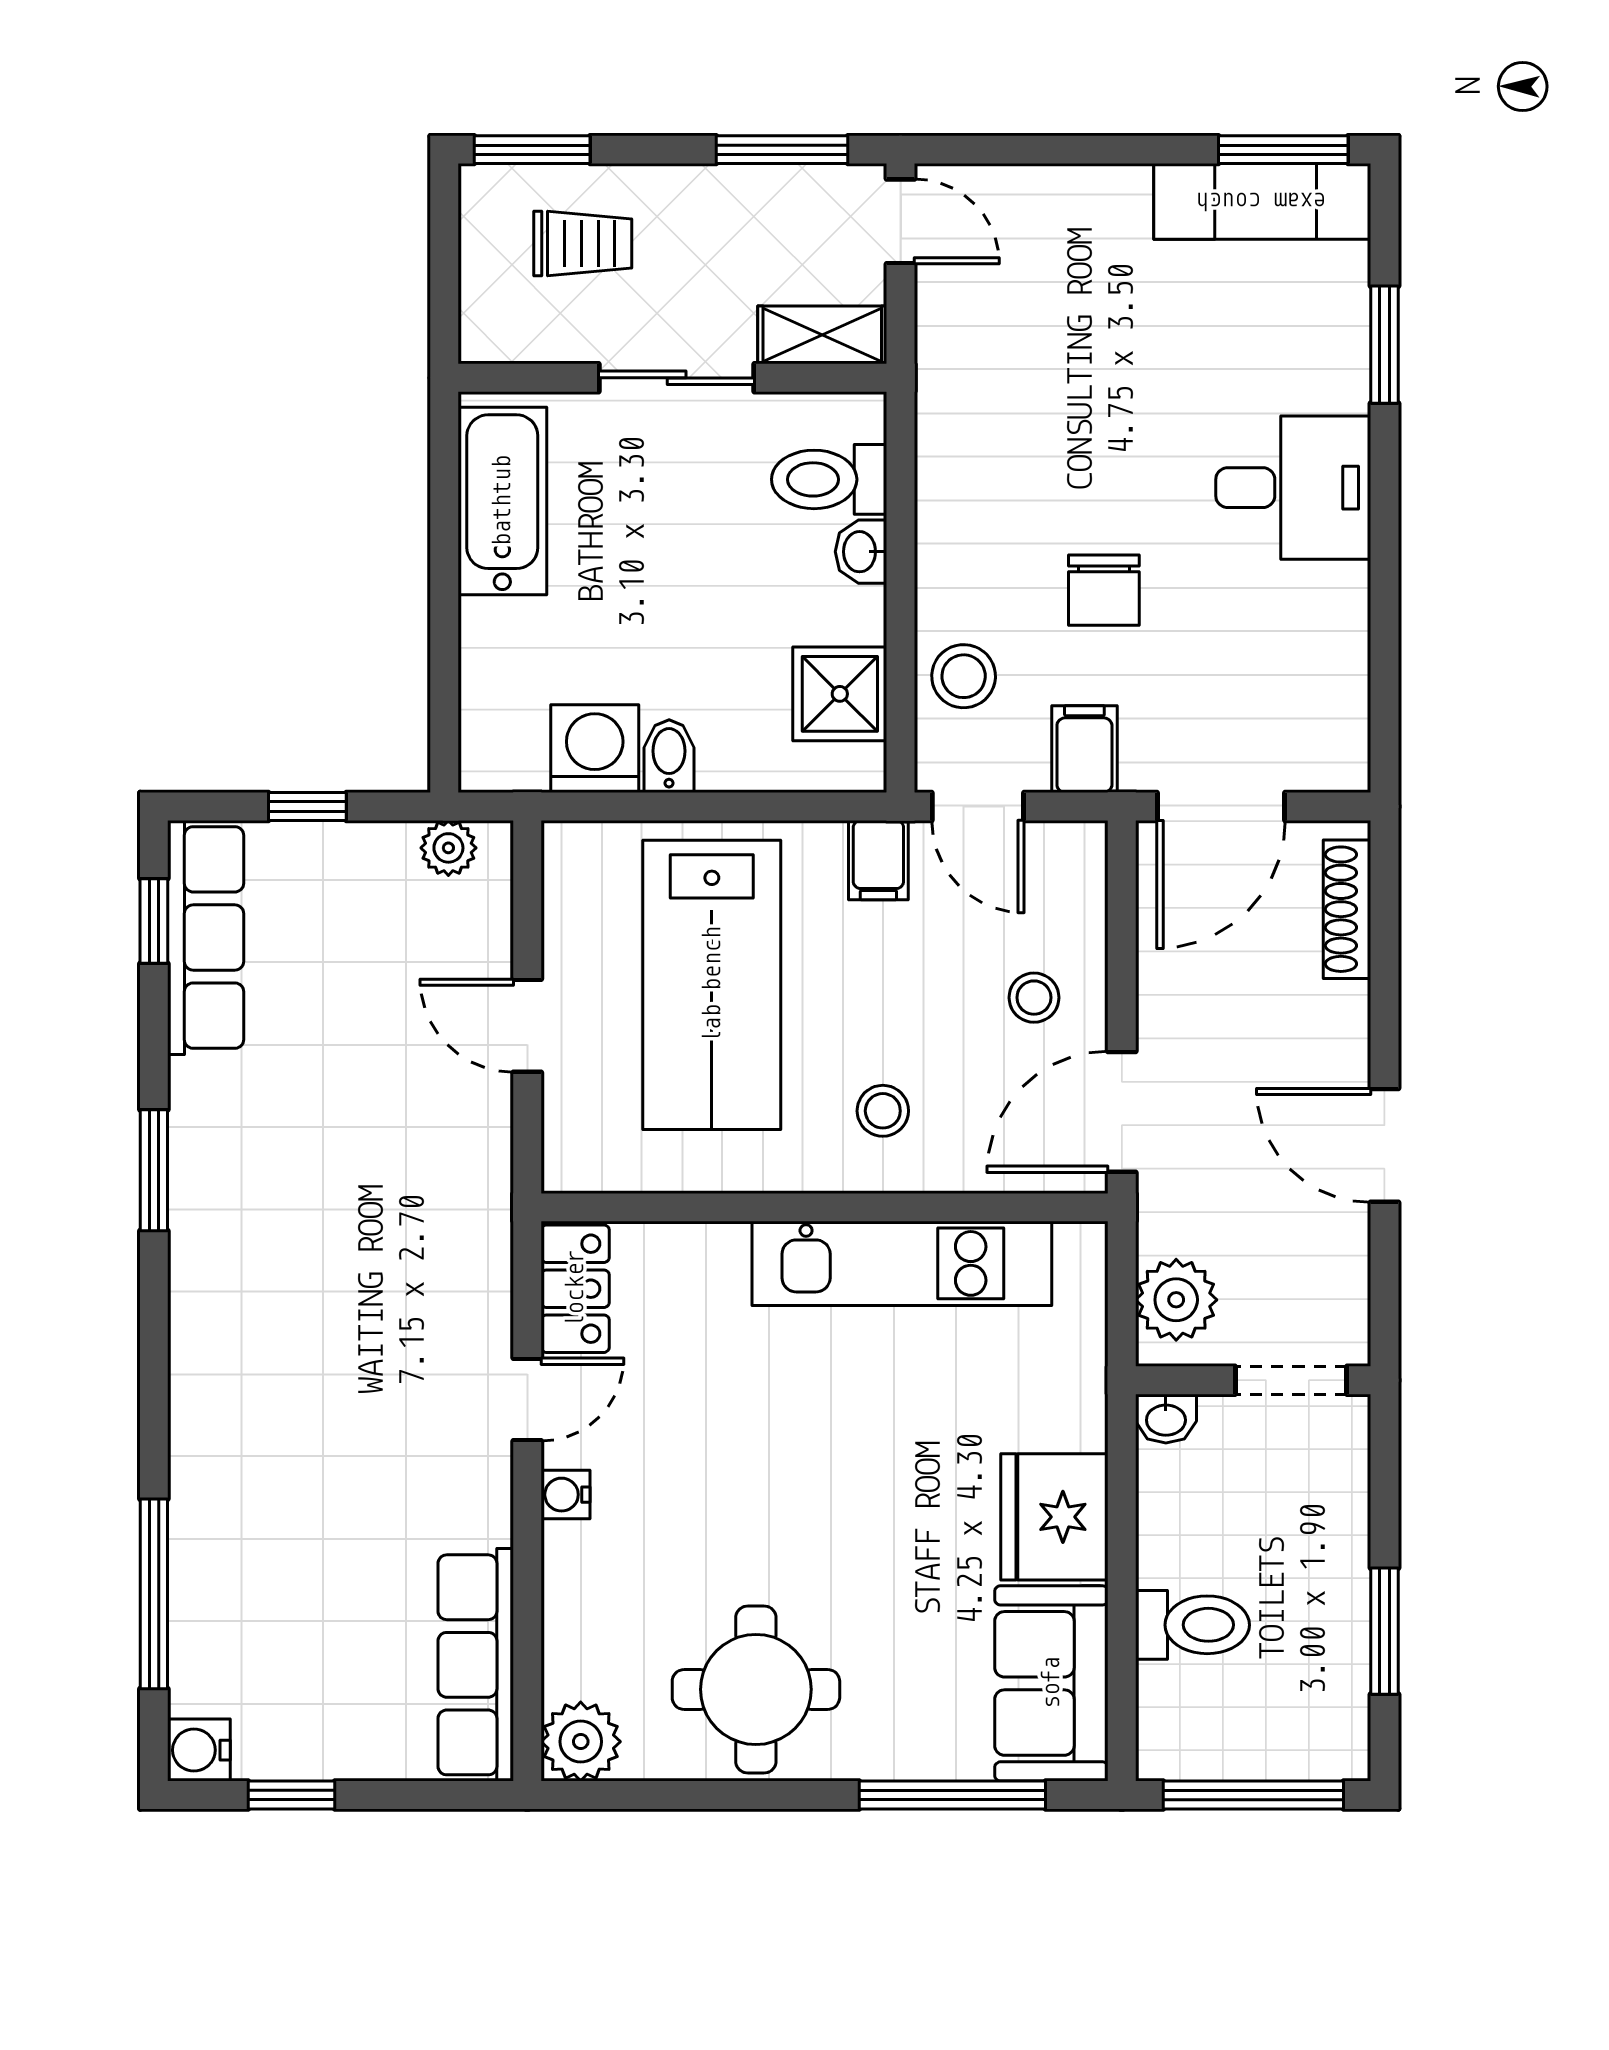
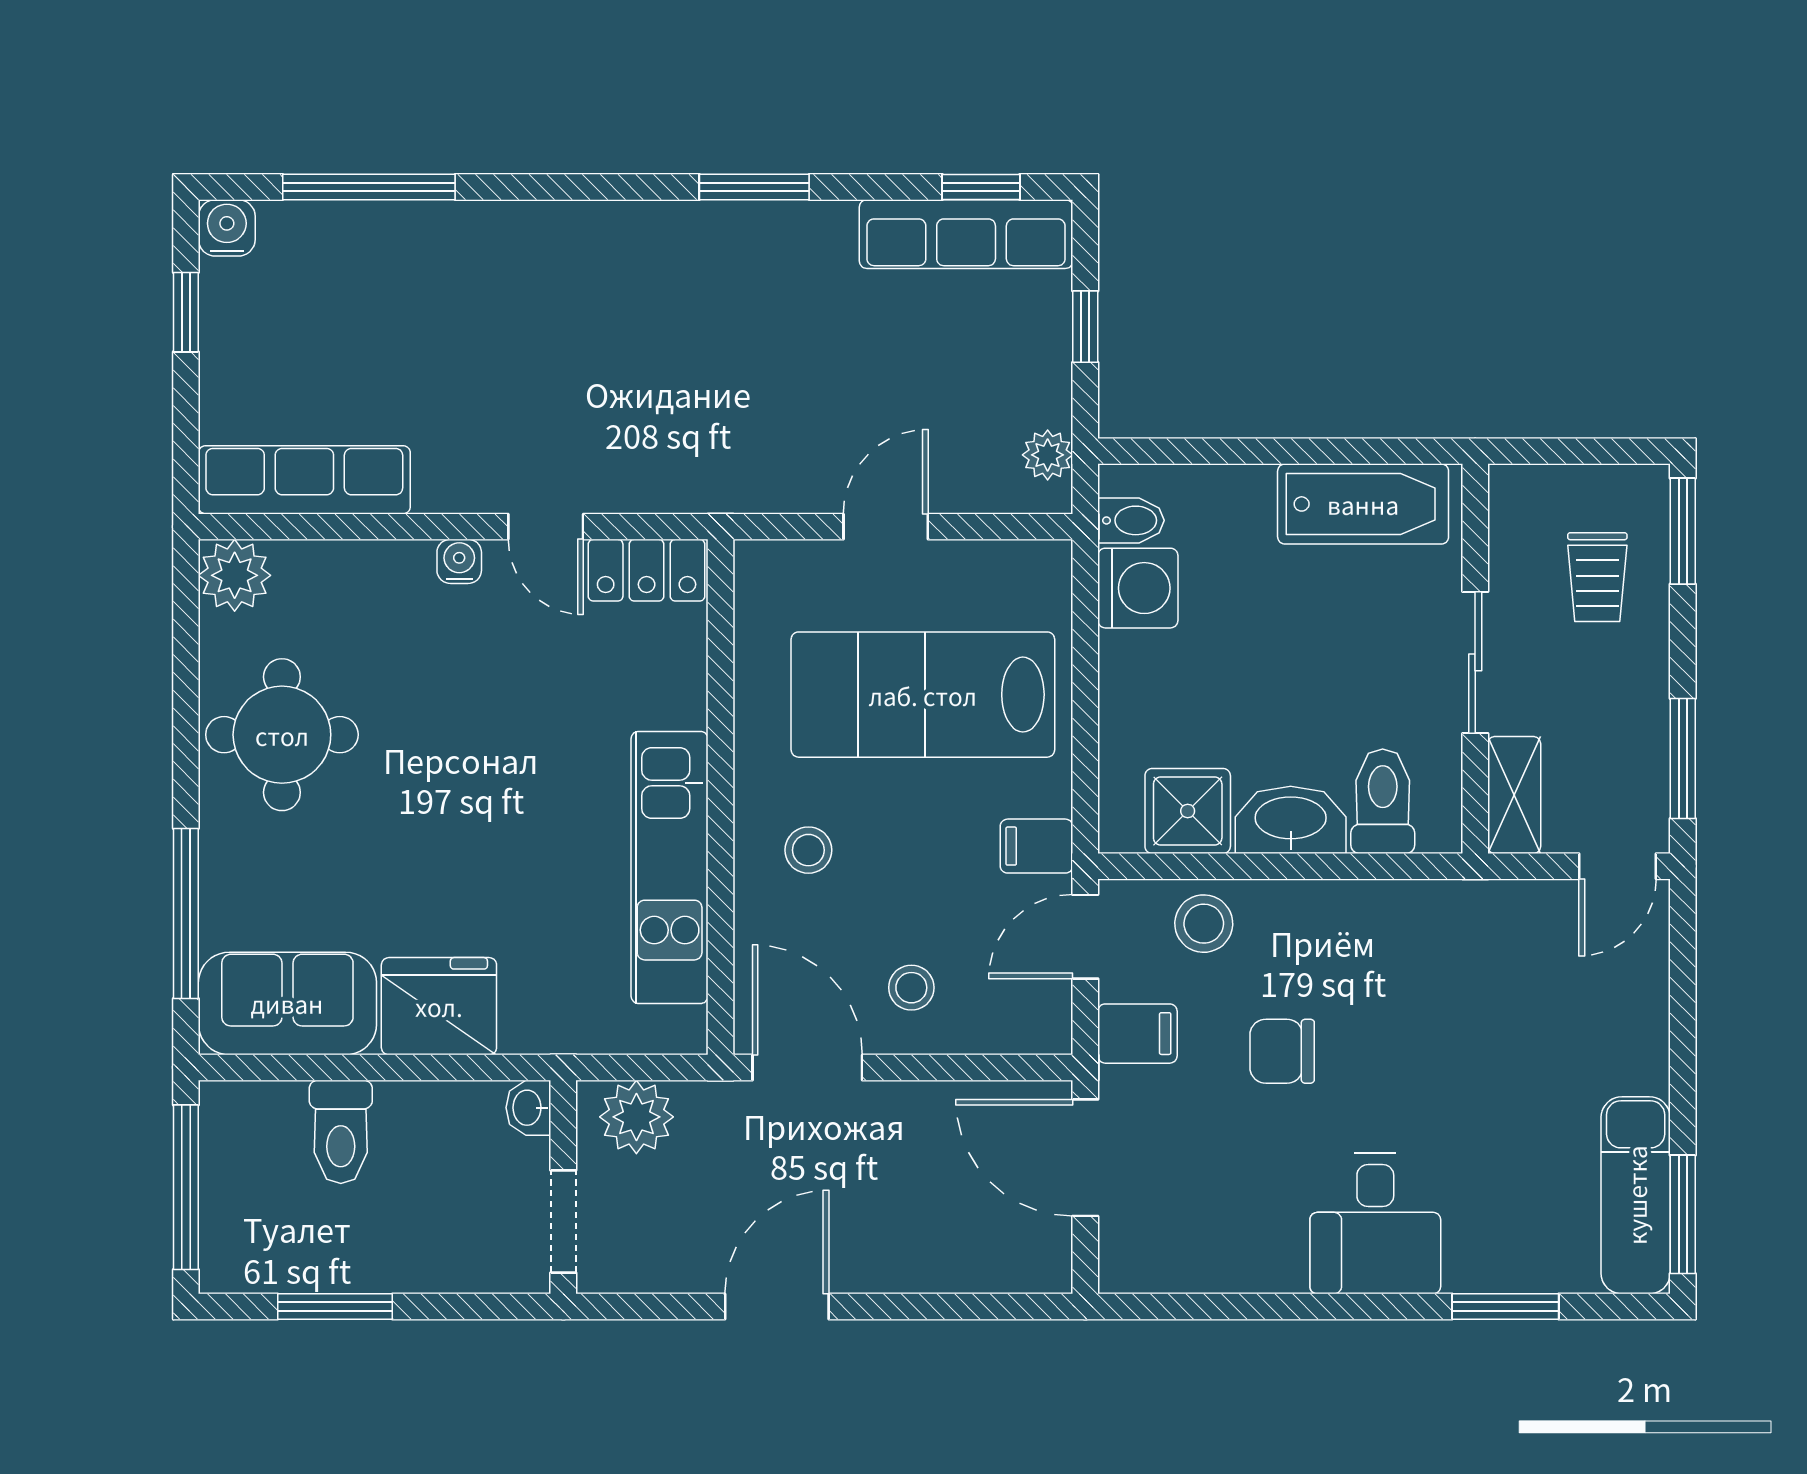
washbasin: (861, 552) -> (1291, 820), width x1.91, depth x1.45
bidet: (669, 756) -> (1131, 520), moved
shoe rack: (1347, 909) -> (992, 1272), removed

